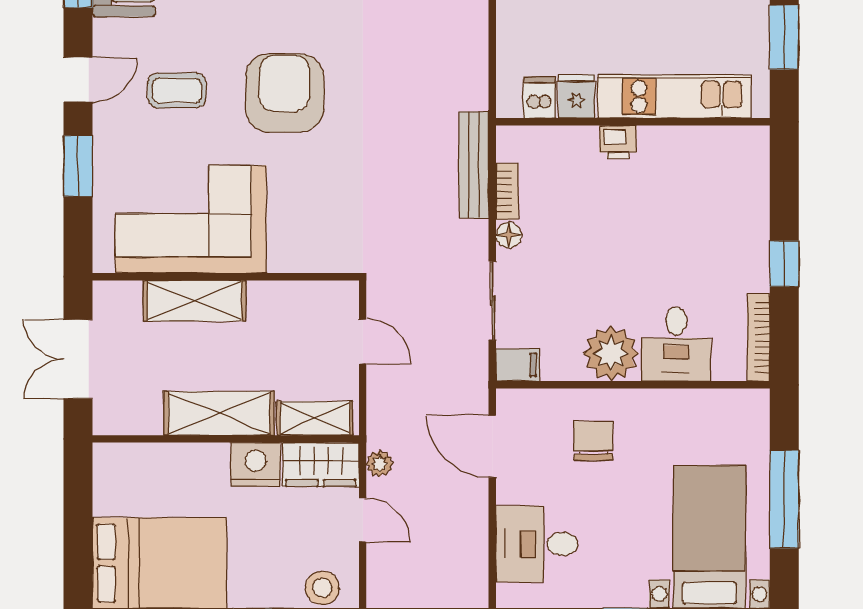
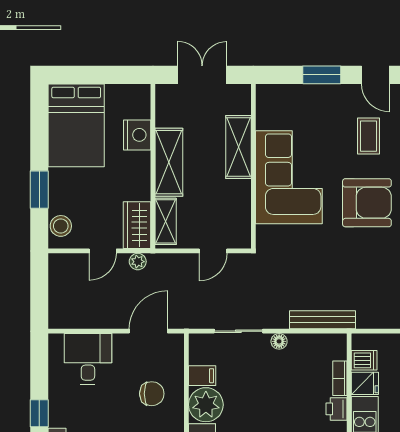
bookcase: (507, 191) -> (340, 378), moved, turned 90
corner sofa: (191, 219) -> (289, 177), moved
filing cabinet: (518, 365) -> (202, 376), moved, turned -90
nightstand: (256, 464) -> (137, 135), moved

